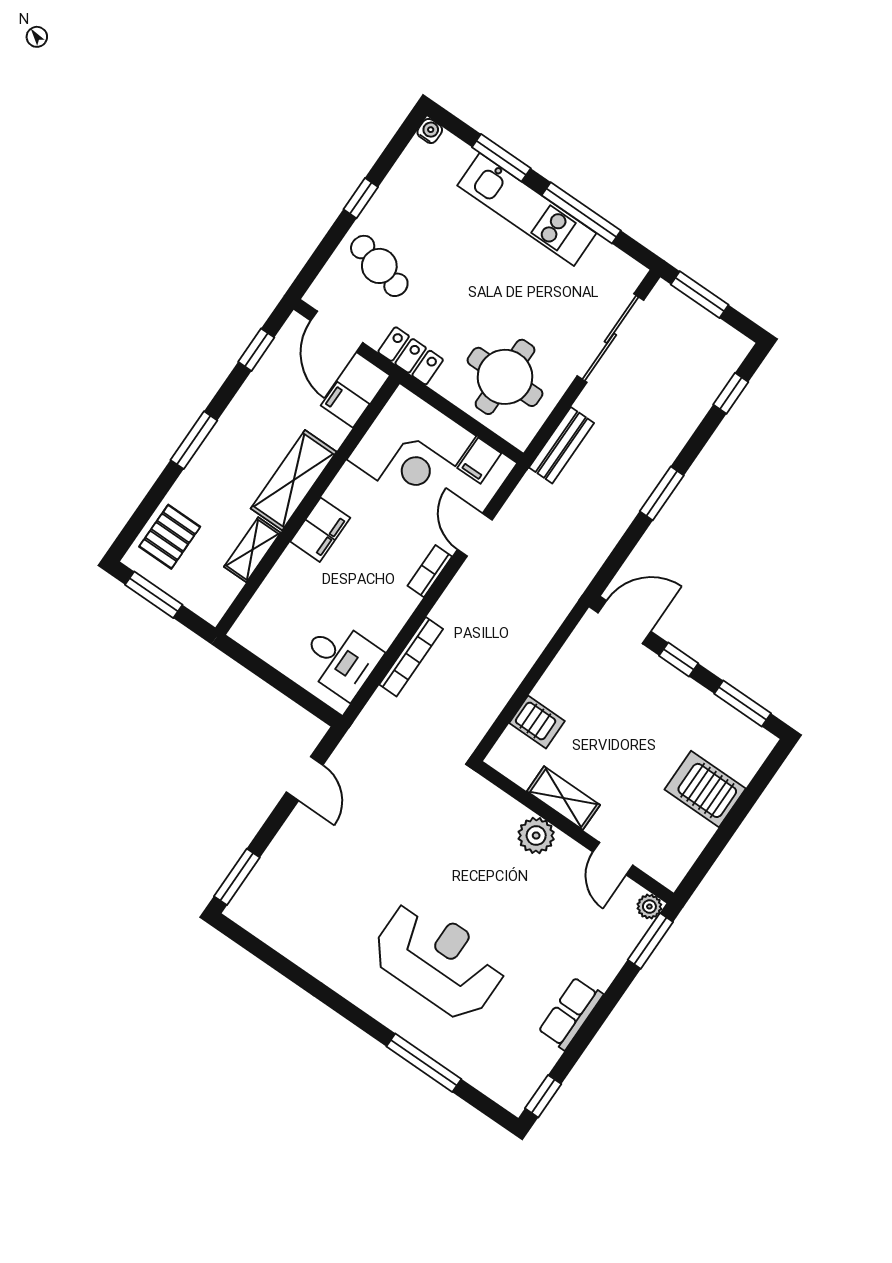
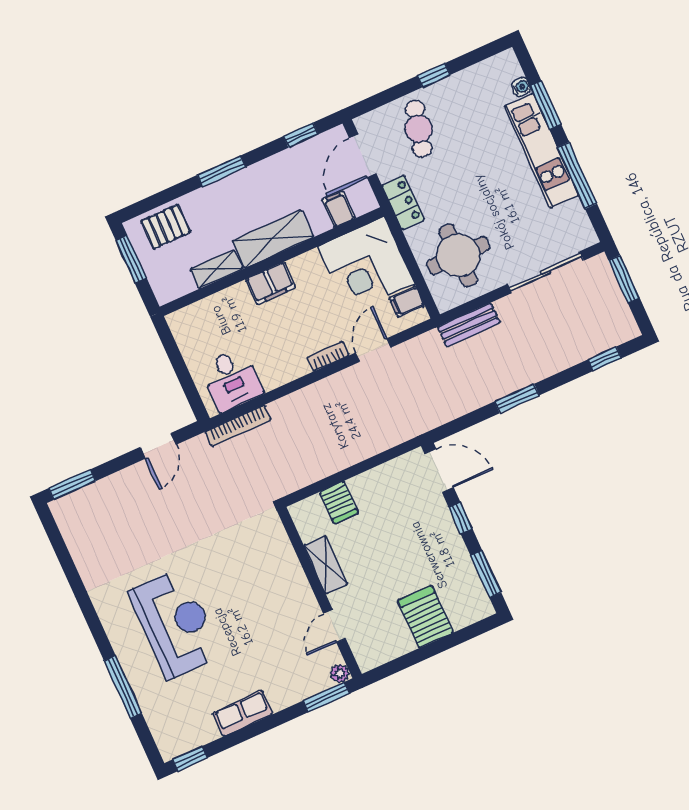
water cooler: (430, 131) -> (521, 87), moved
bookcase: (411, 657) -> (238, 426), moved
plant: (536, 836) -> (292, 579), removed

